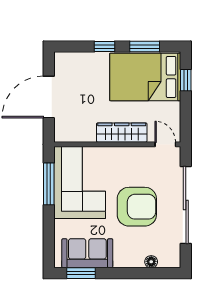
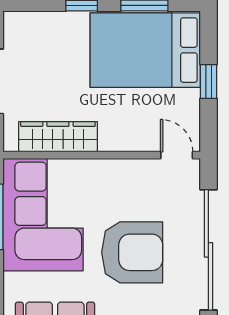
window: (186, 80) -> (208, 81), moved
wardrobe: (122, 133) -> (58, 137), moved

